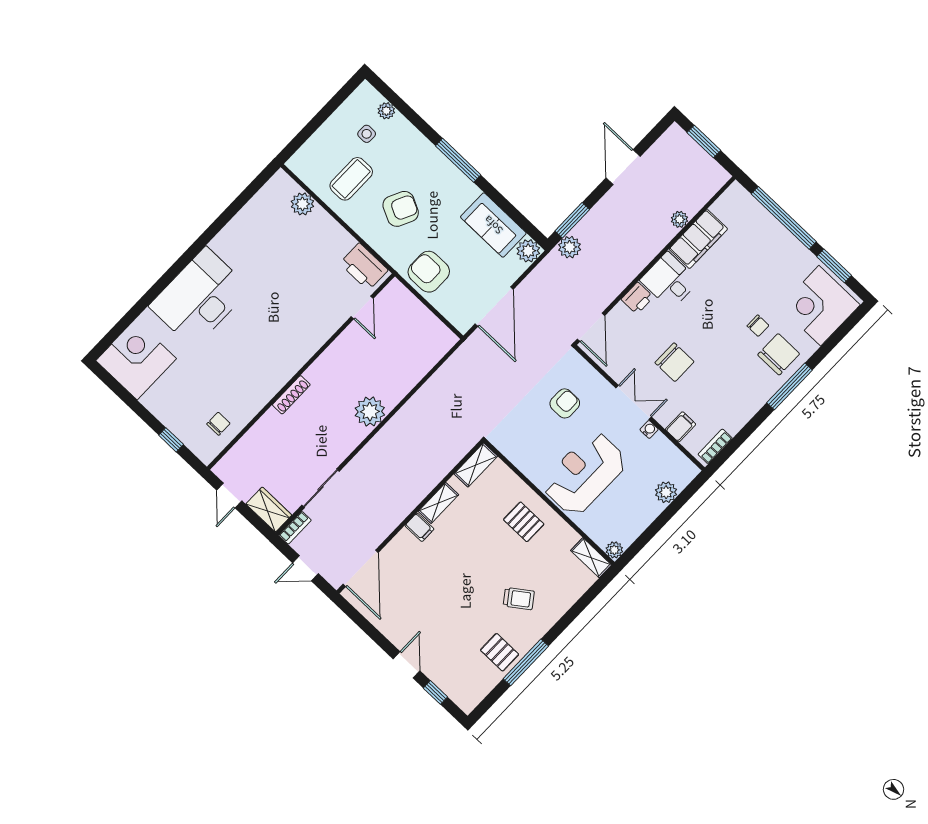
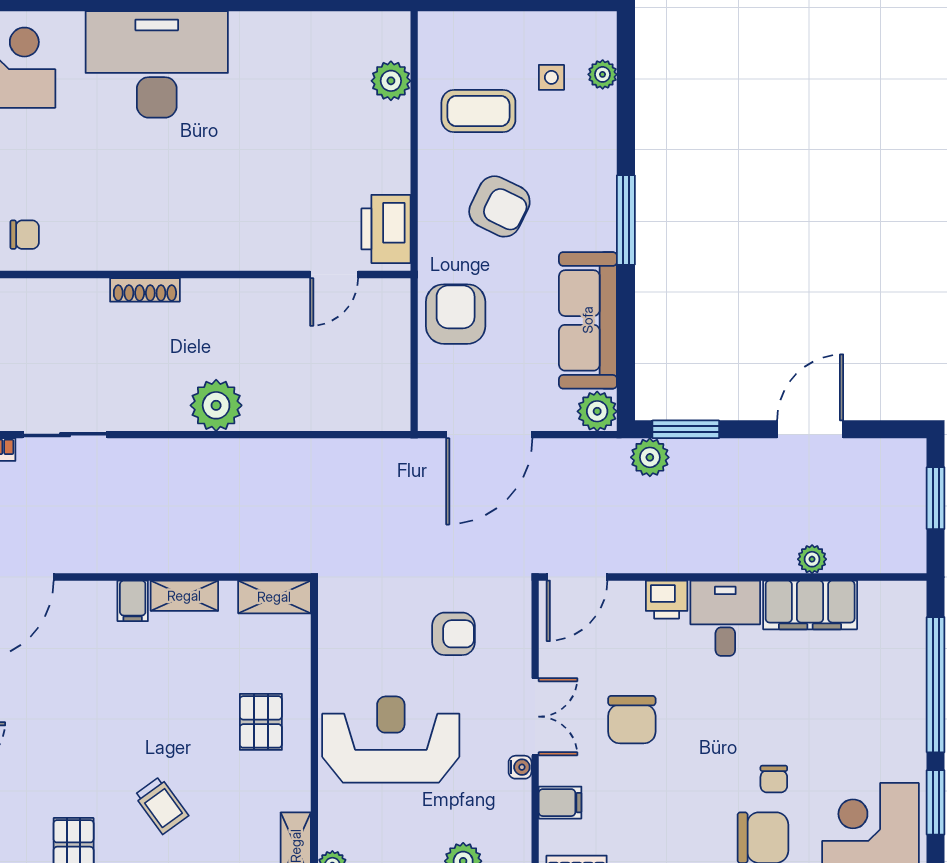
sofa: (493, 225) -> (588, 320), width x1.36

